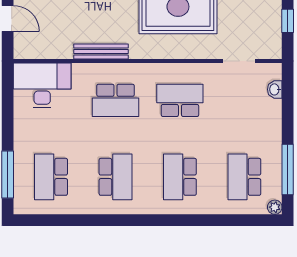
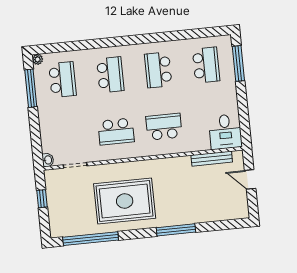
bench: (101, 51) -> (212, 159), moved
desk: (42, 85) -> (225, 132), width x0.73
washbasin: (275, 89) -> (48, 160), moved

